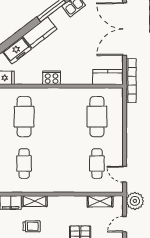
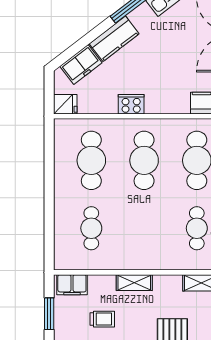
cafe table: (61, 117) -> (144, 160), added
shelving: (35, 201) -> (134, 283), moved

